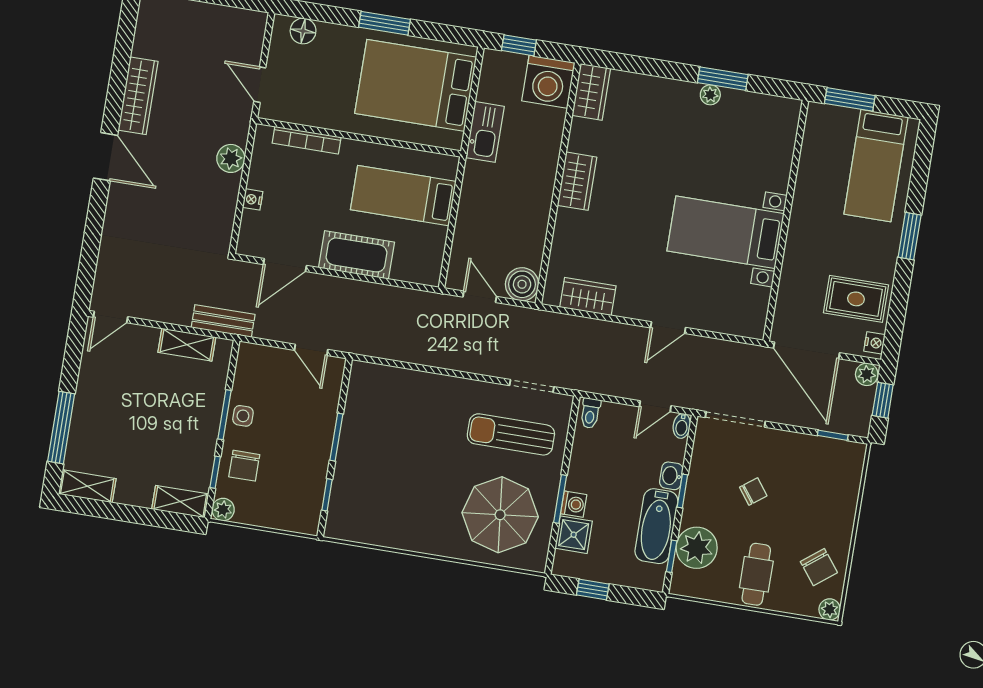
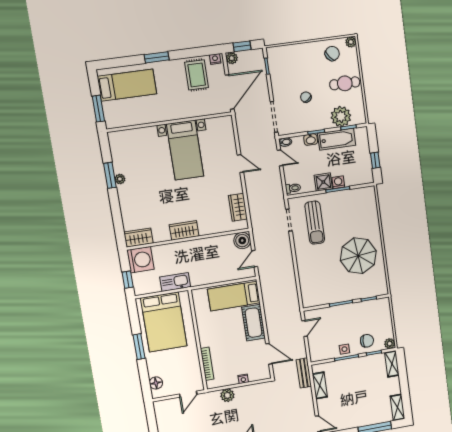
bed: (403, 196) -> (234, 296), moved, turned 90
parasol: (500, 515) -> (358, 256), moved
shower: (574, 535) -> (323, 182), moved

